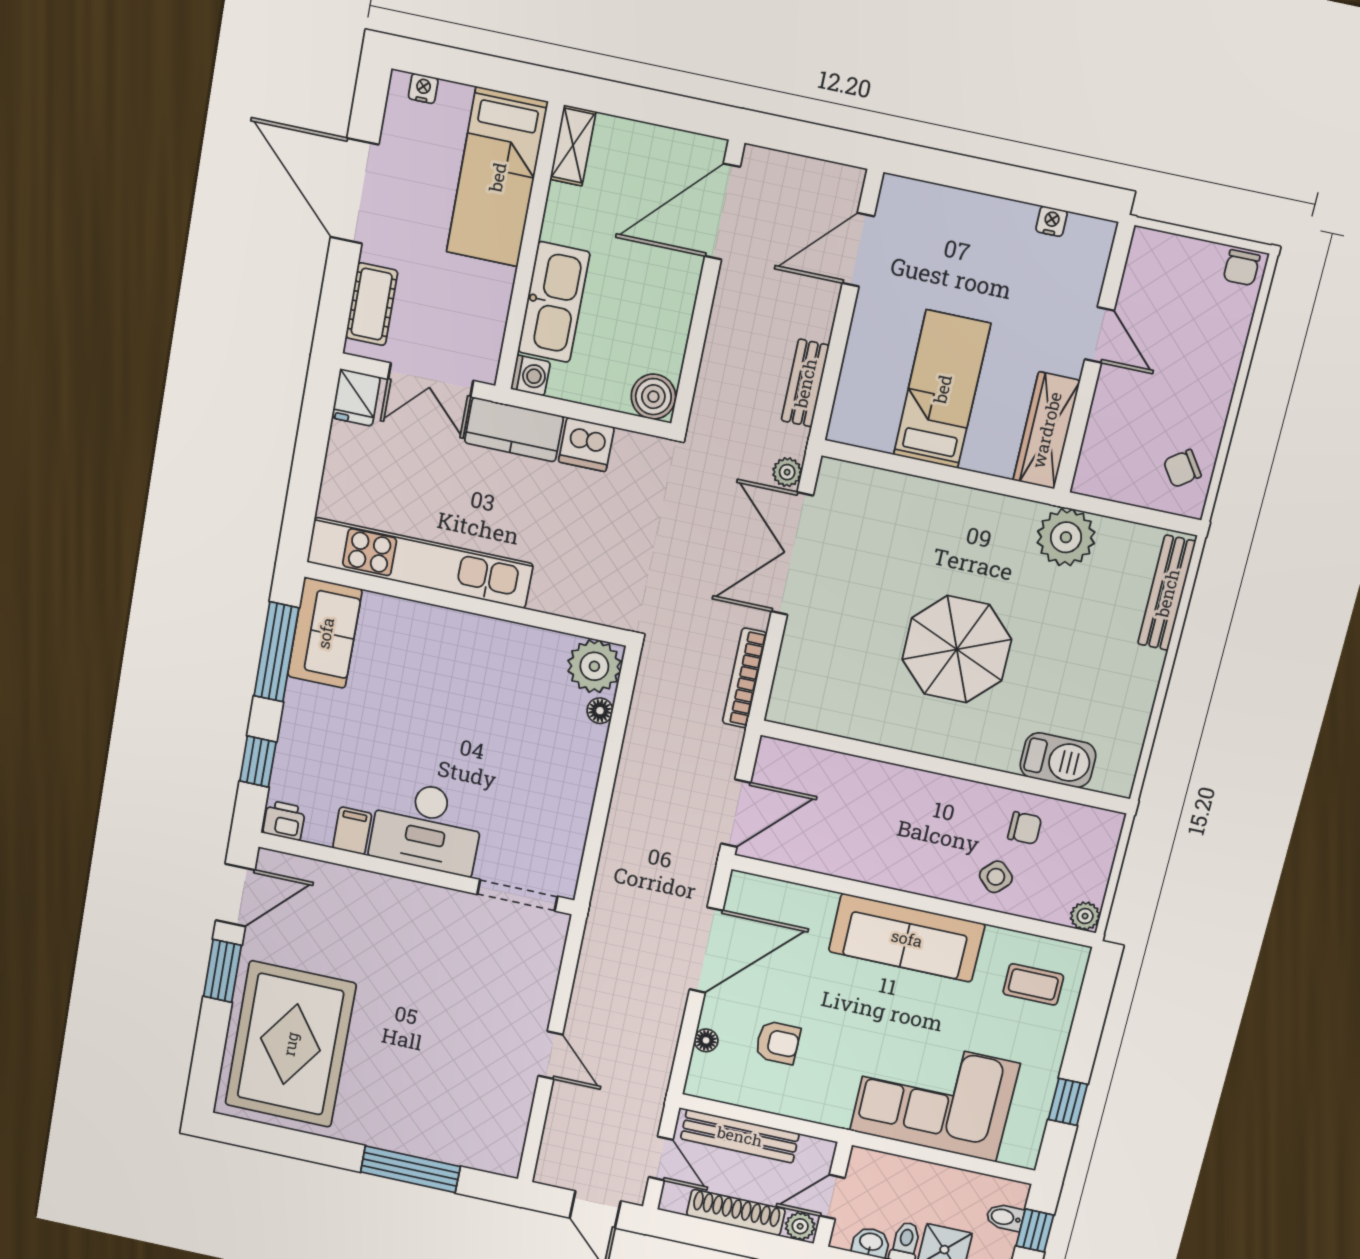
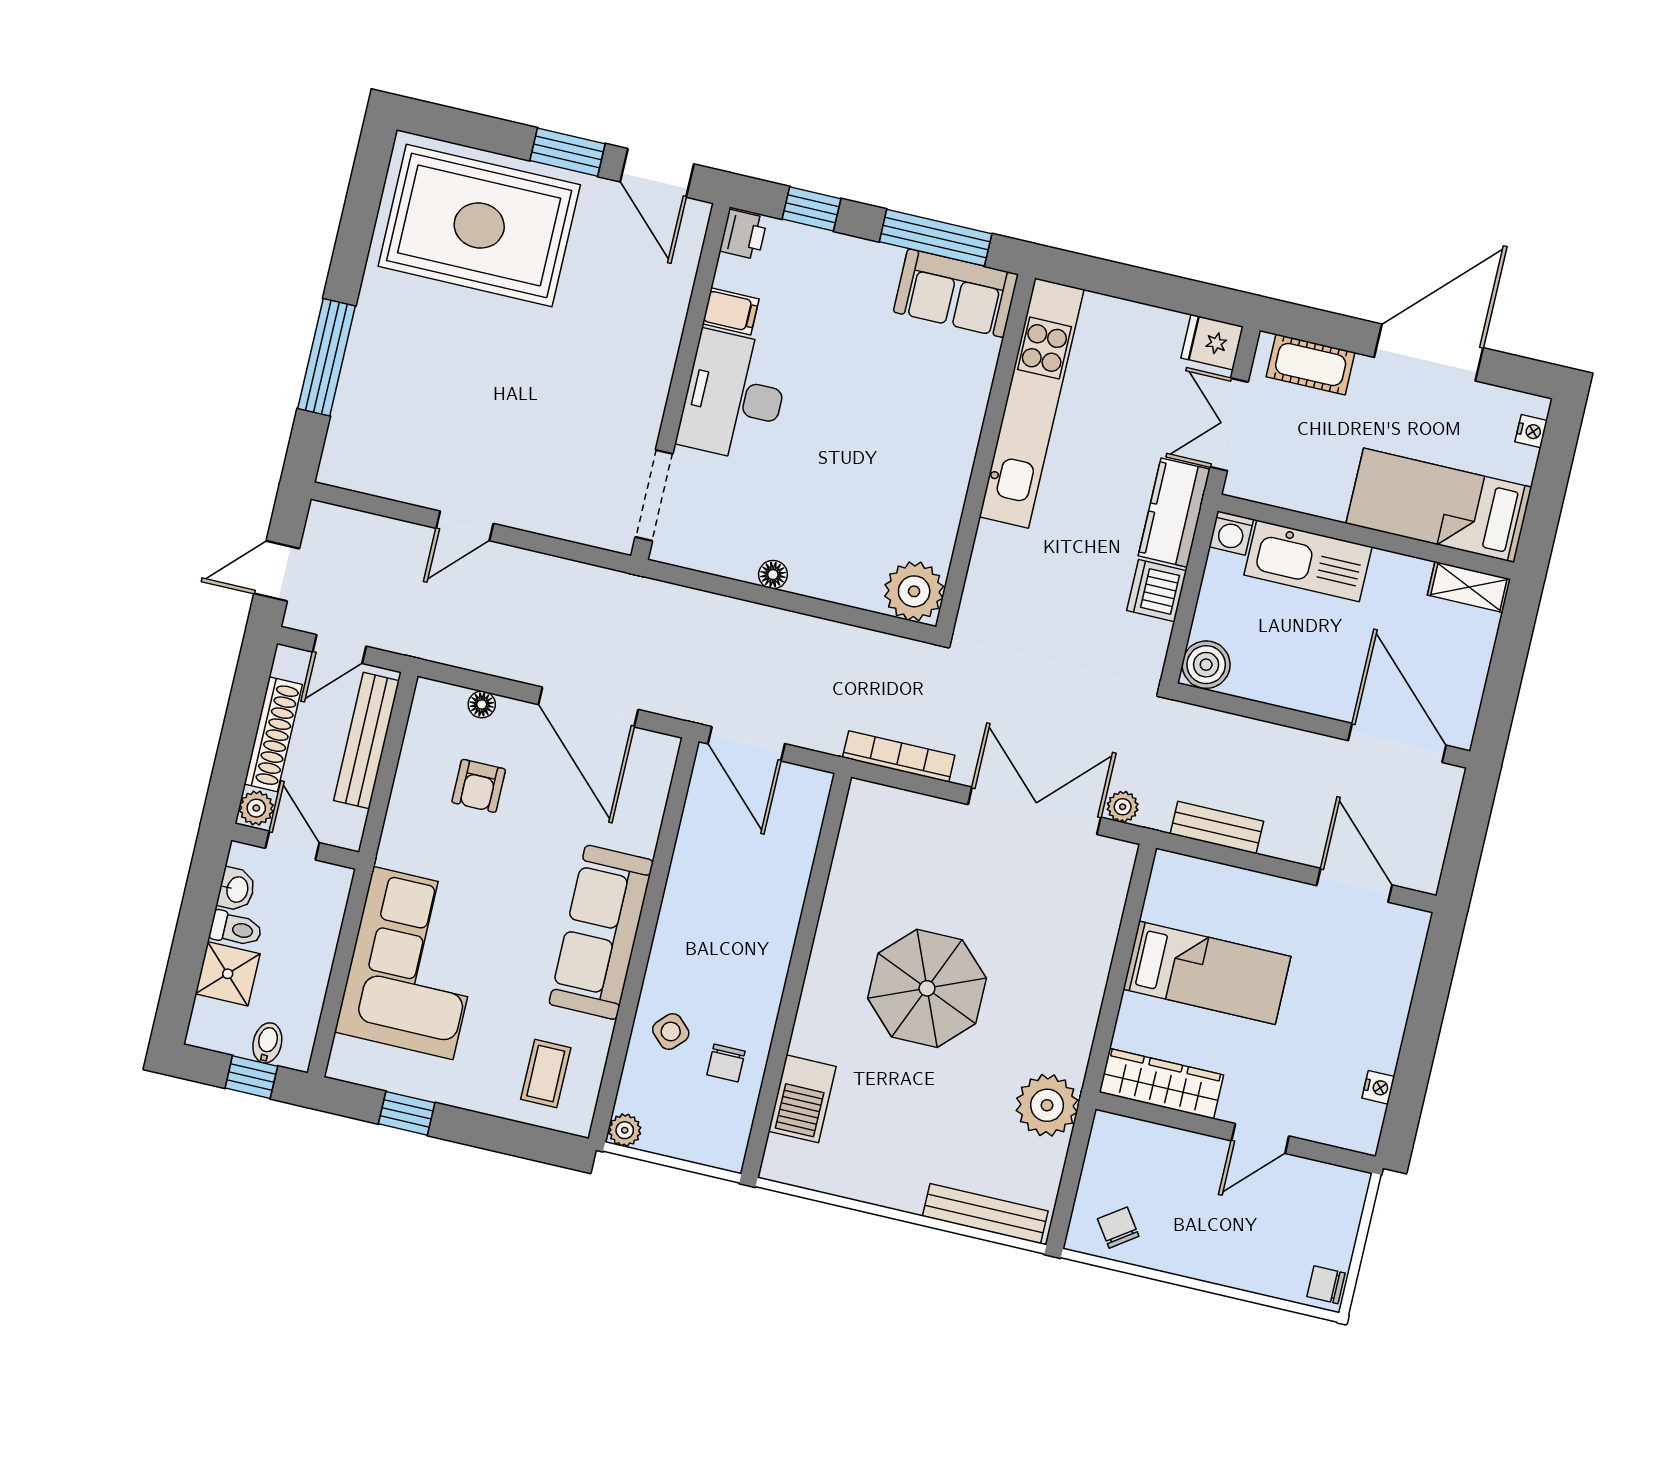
floor lamp: (600, 711) -> (773, 575), moved

